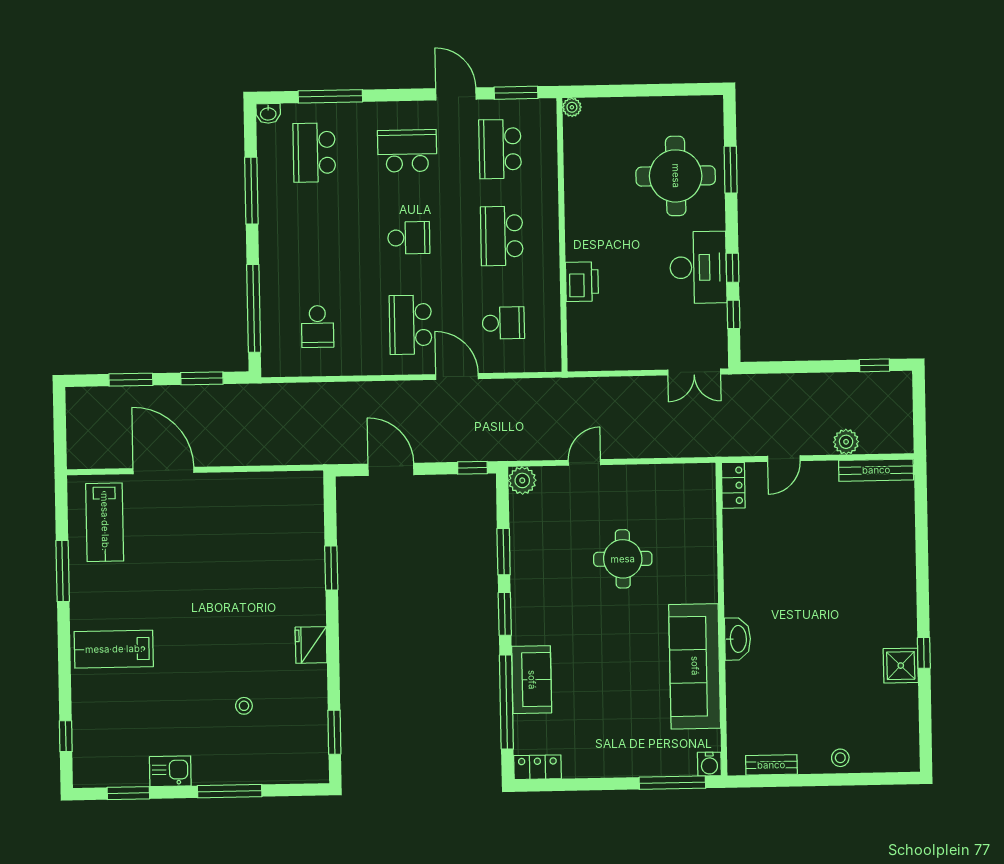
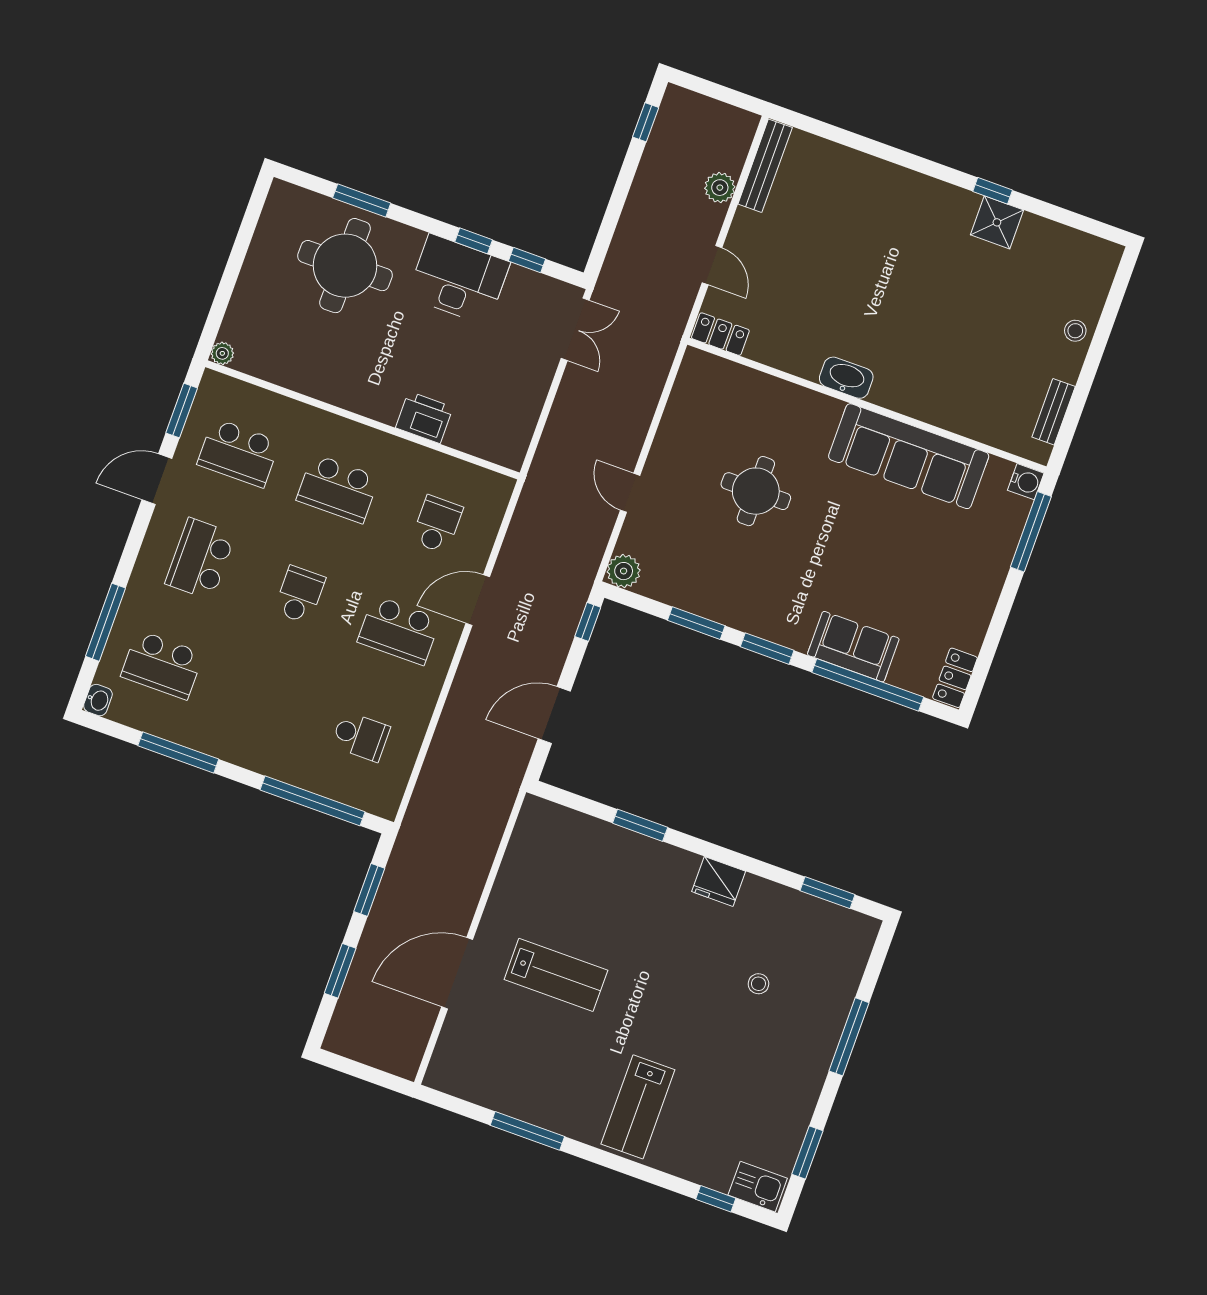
lab bench: (105, 522) -> (556, 975), moved
washbasin: (738, 639) -> (846, 378), moved
kitchen sink: (170, 771) -> (758, 1187), moved, turned 90

